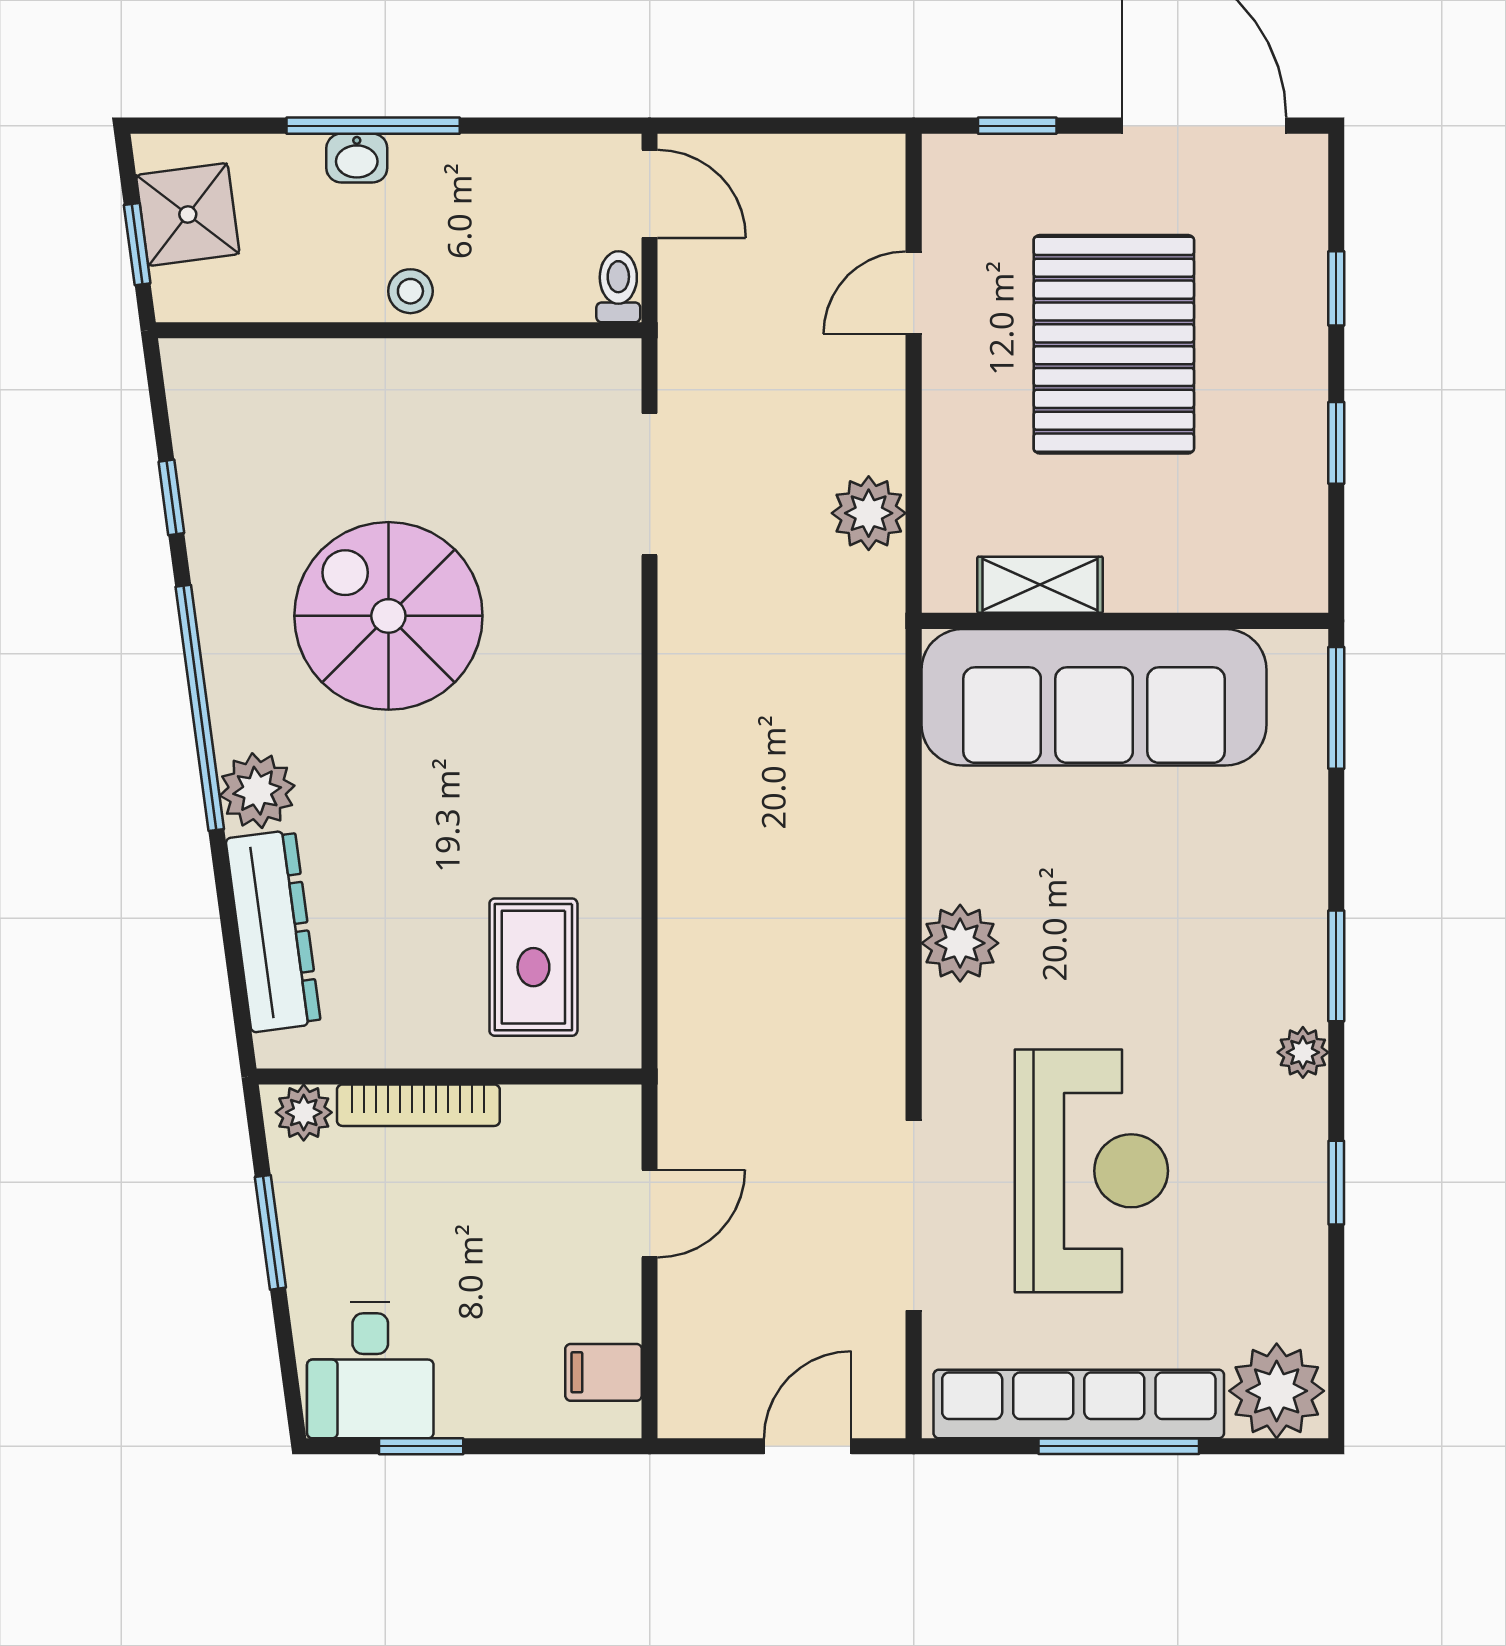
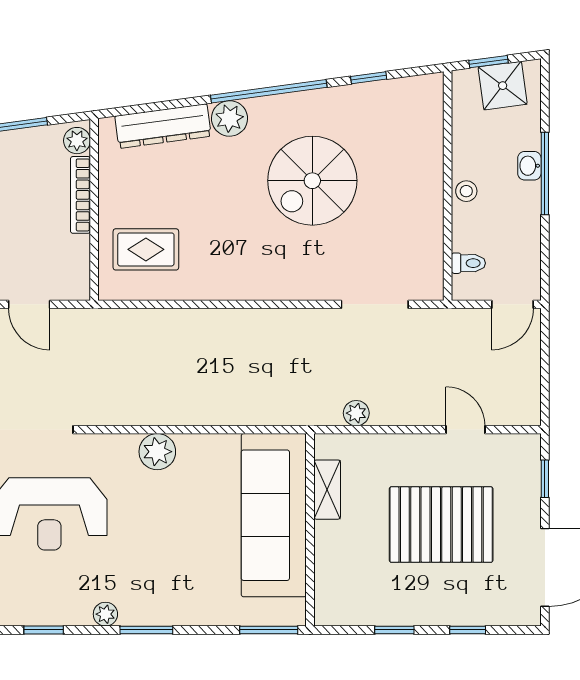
toilet: (618, 287) -> (468, 263), moved
plant: (869, 513) -> (356, 413), width x0.73, depth x0.73
spiral stairs: (388, 616) -> (312, 181), turned 180

